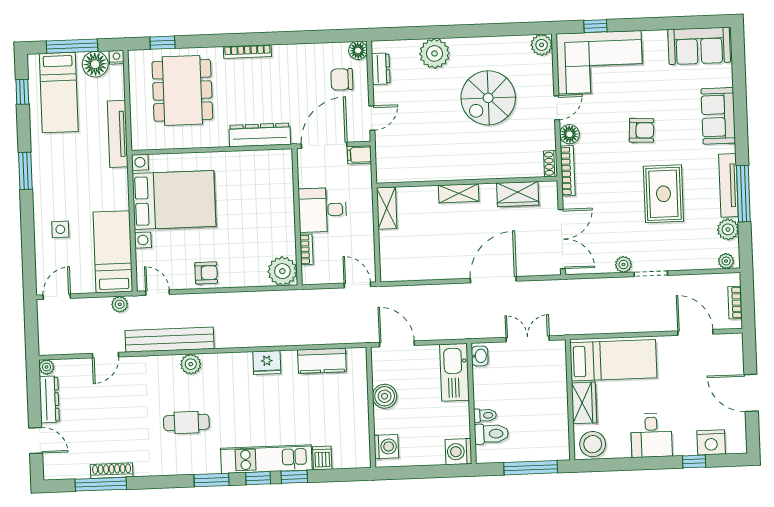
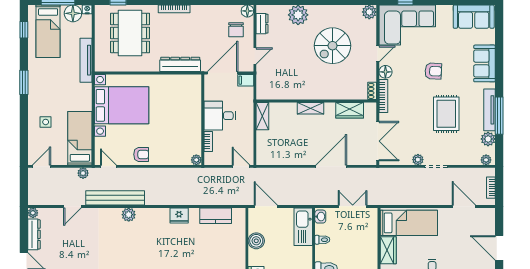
chair: (342, 79) -> (236, 30), turned -90
plant: (282, 271) -> (196, 160), width x0.53, depth x0.53
toilet: (485, 415) -> (322, 240), moved
cafe table: (186, 422) -> (124, 253), removed

